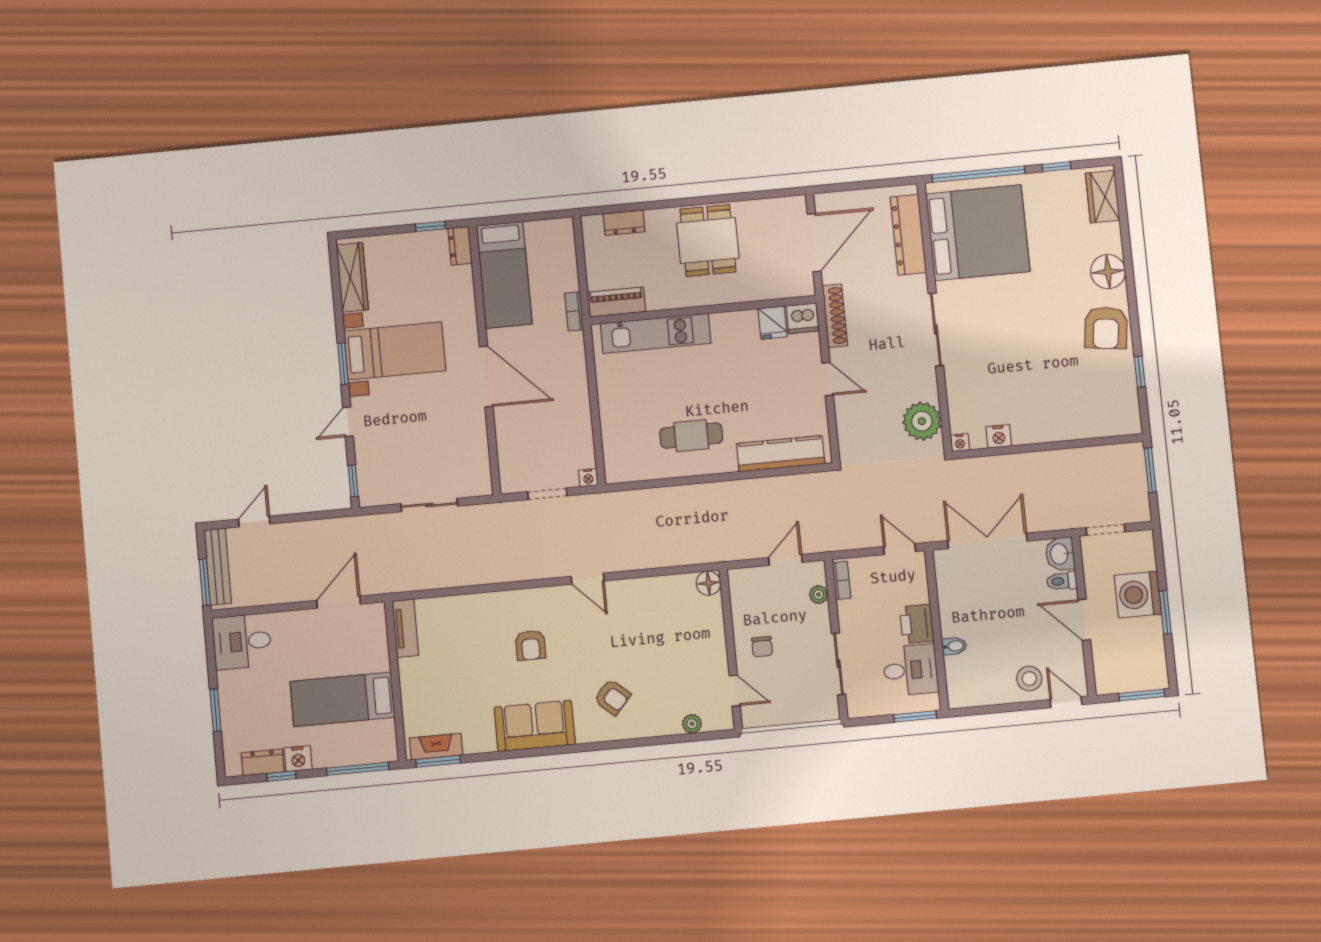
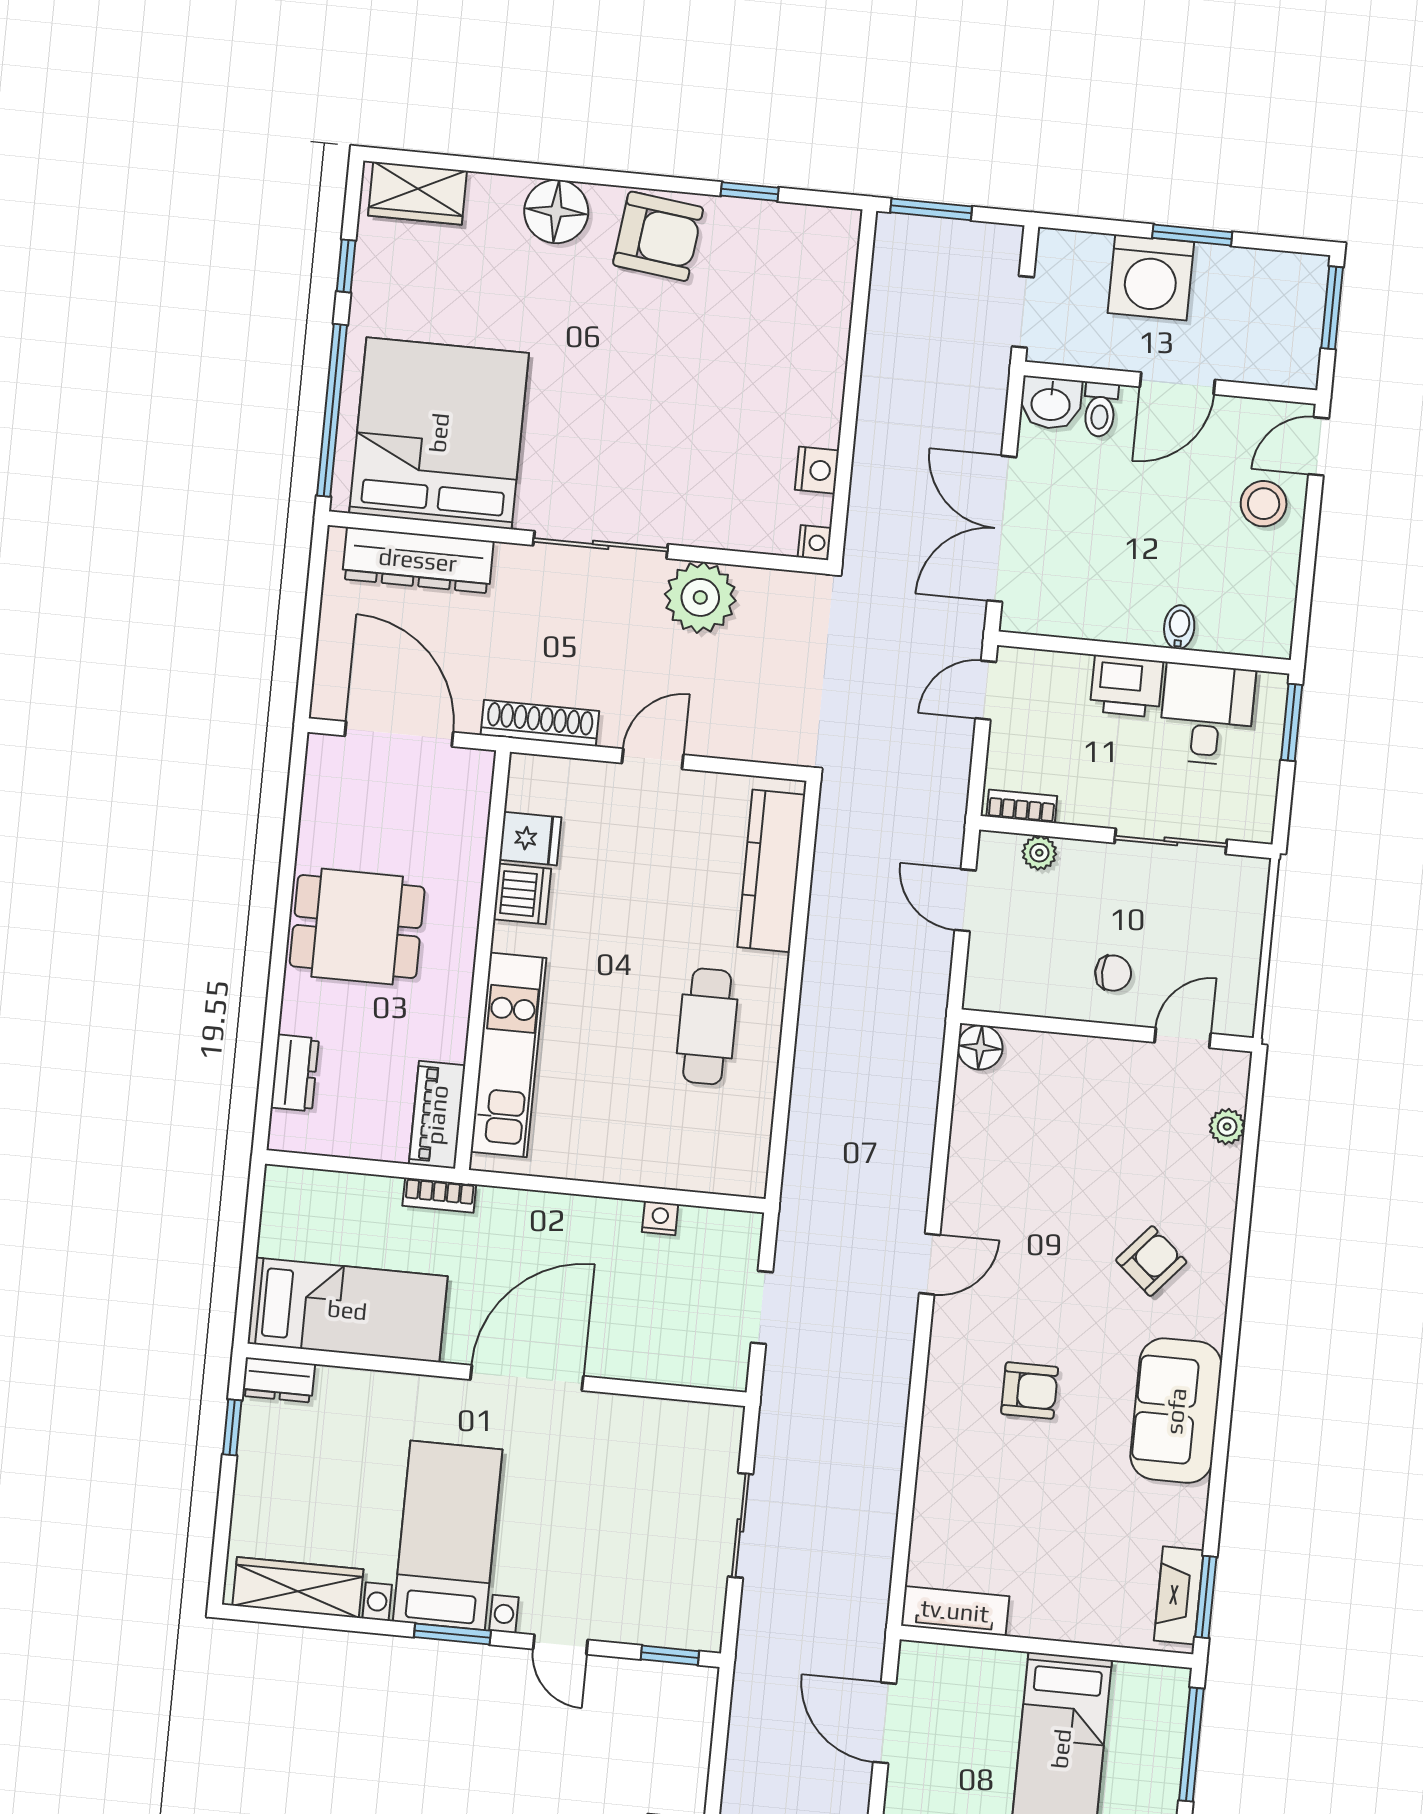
dishwasher: (803, 318) -> (522, 894), moved
plant: (922, 421) -> (700, 597), moved
nightstand: (588, 478) -> (660, 1218), moved, turned -90

